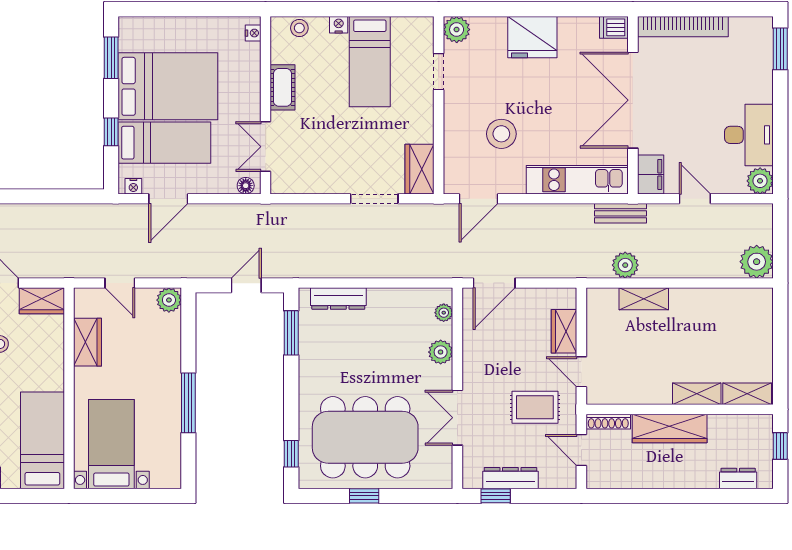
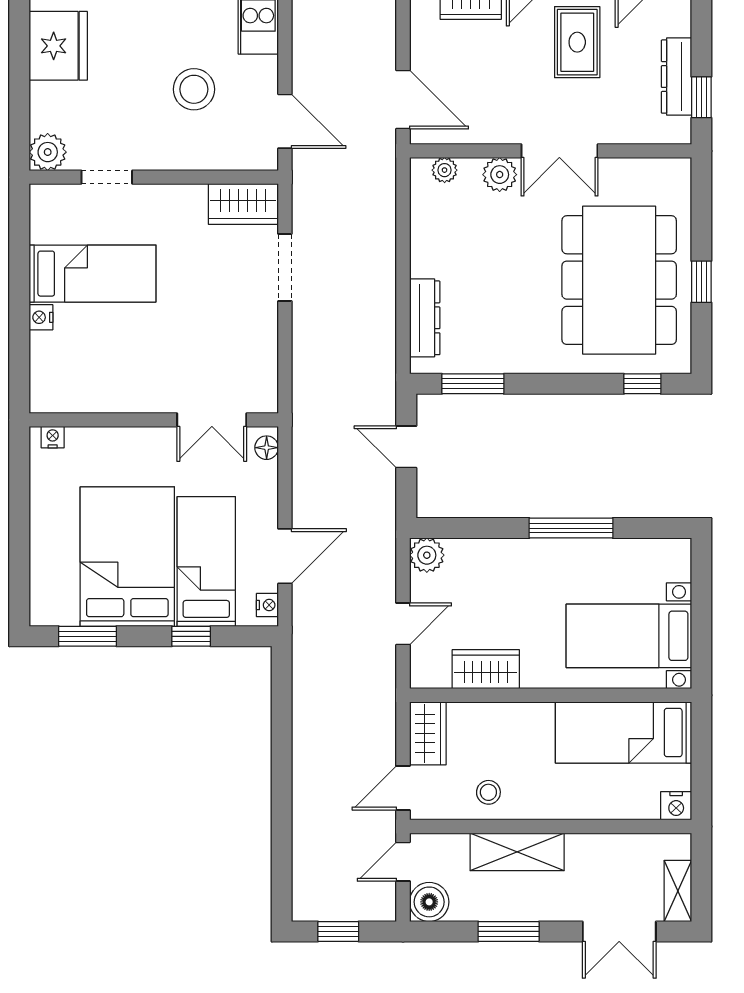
stool: (299, 28) -> (46, 372), removed
cot: (283, 87) -> (129, 396), removed
door: (168, 199) -> (285, 556), hinge flipped
double door: (457, 418) -> (559, 151), moved

